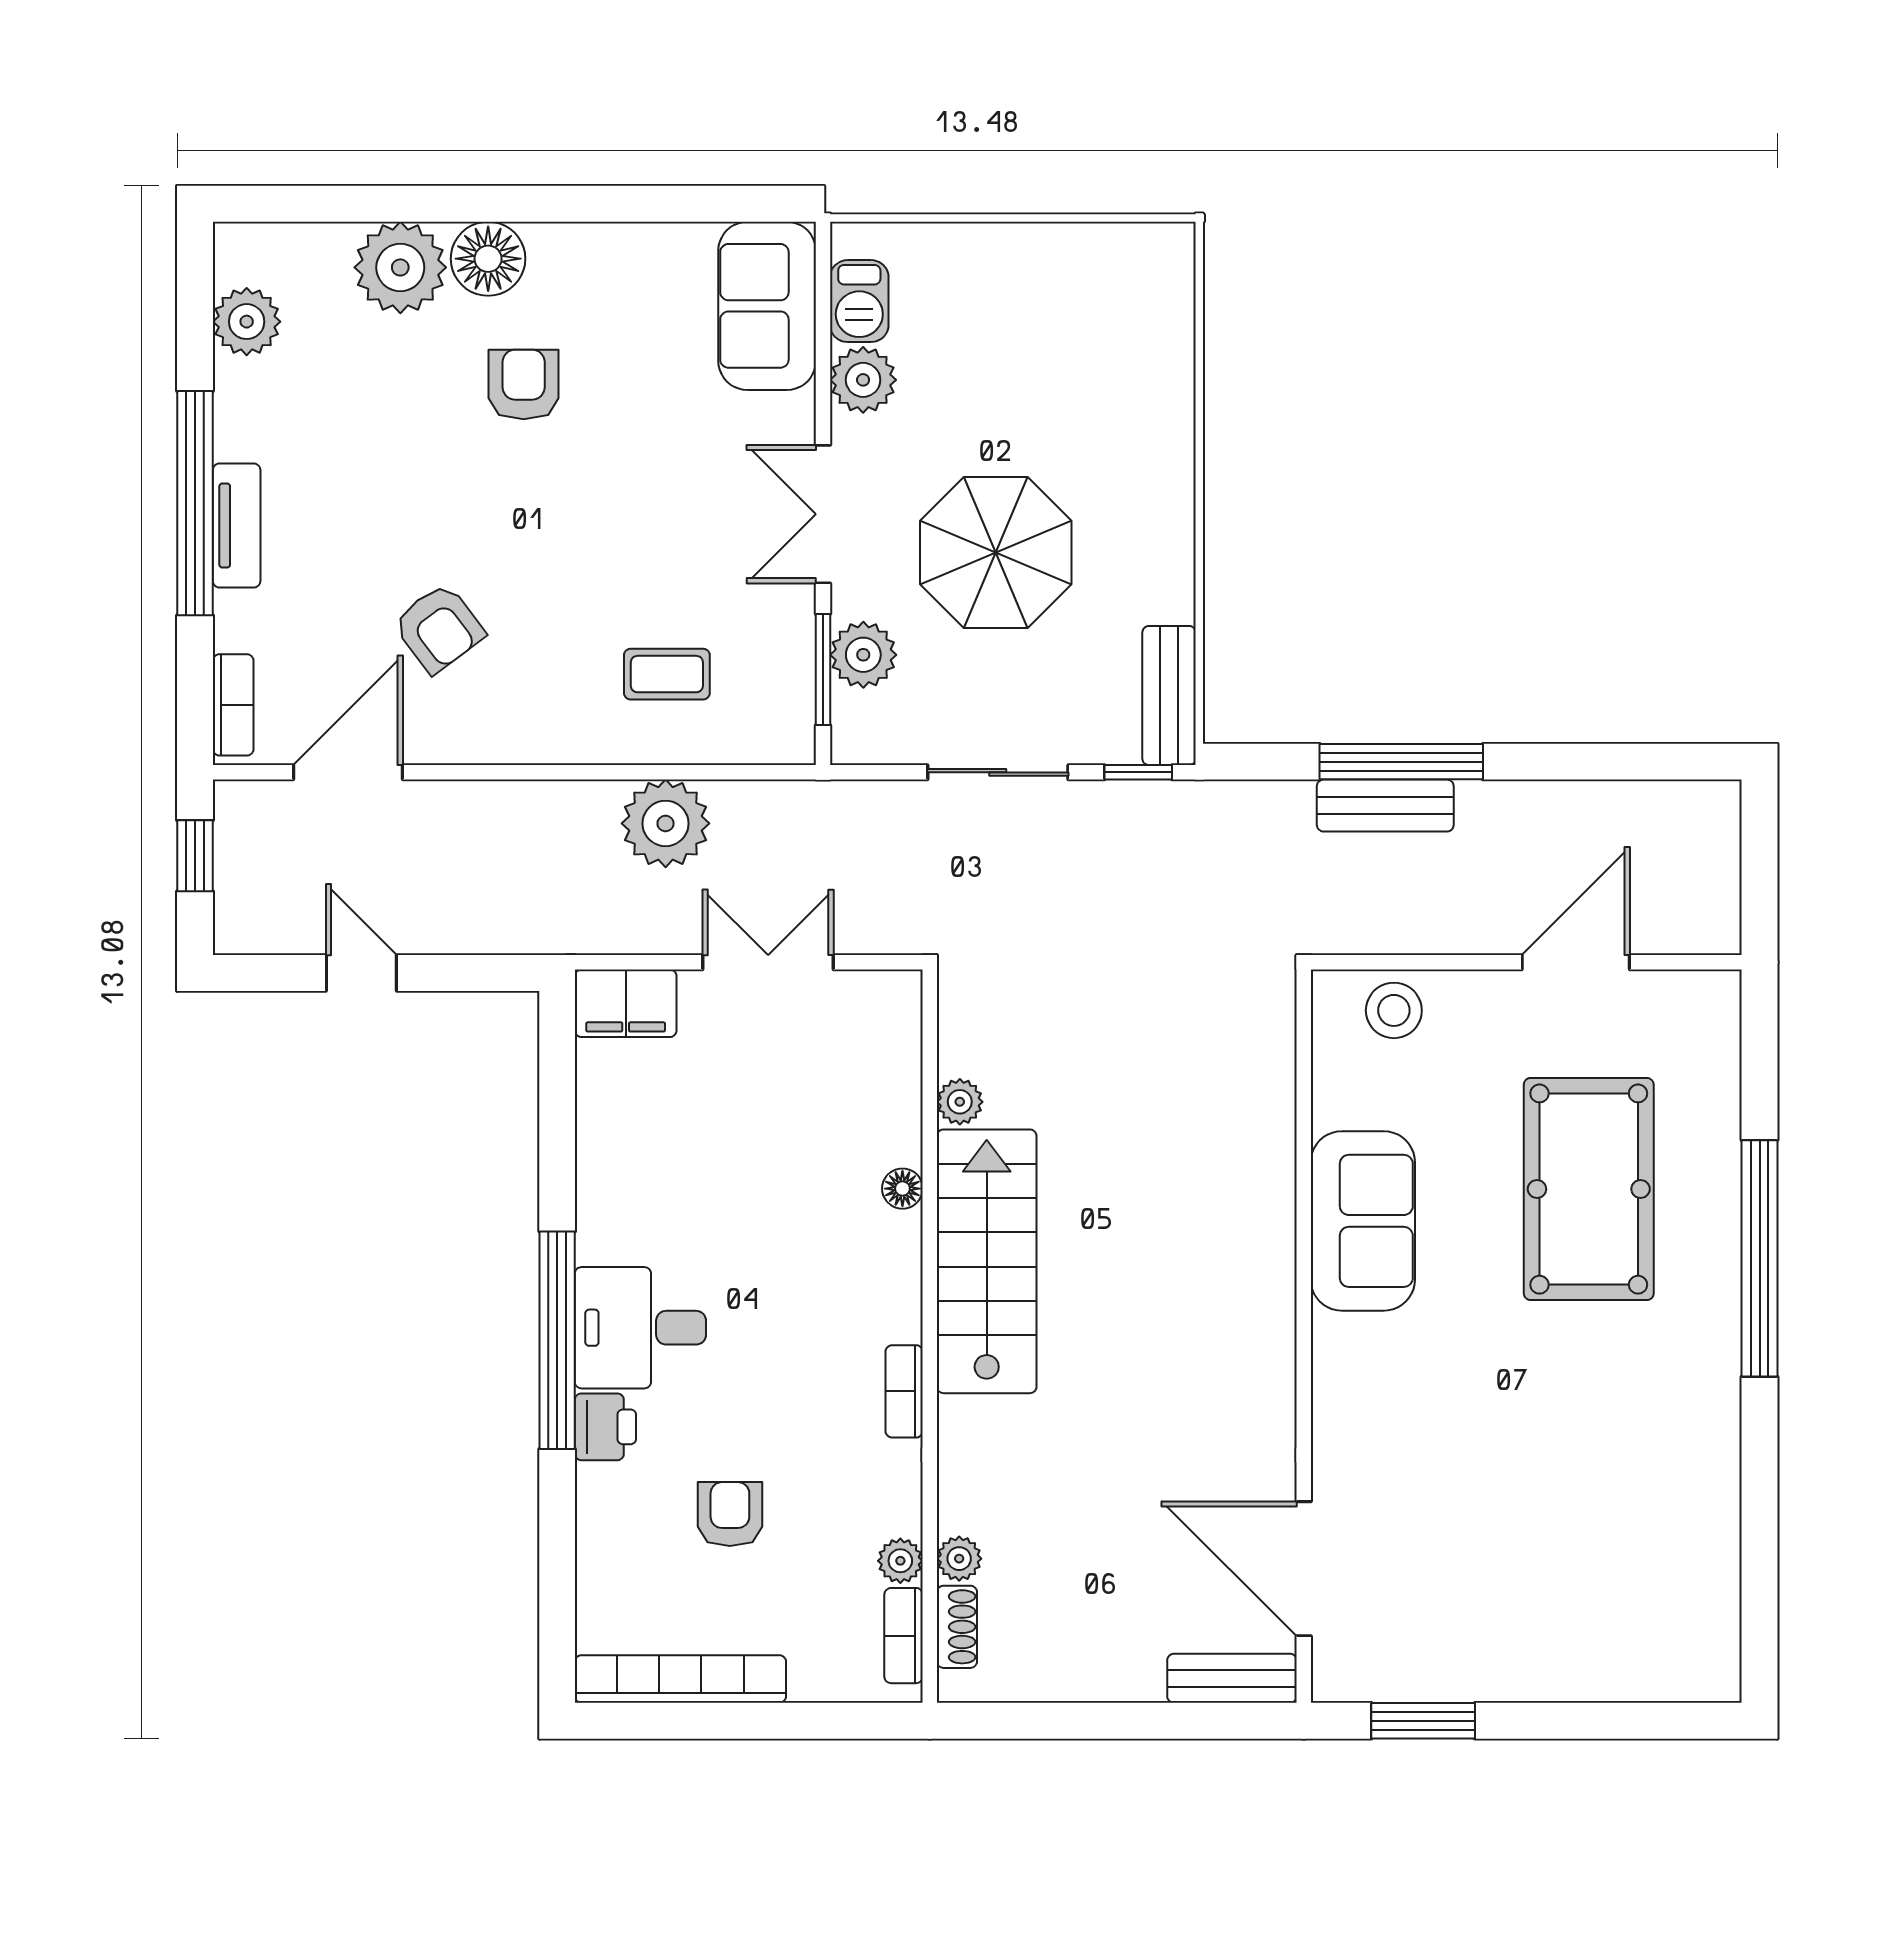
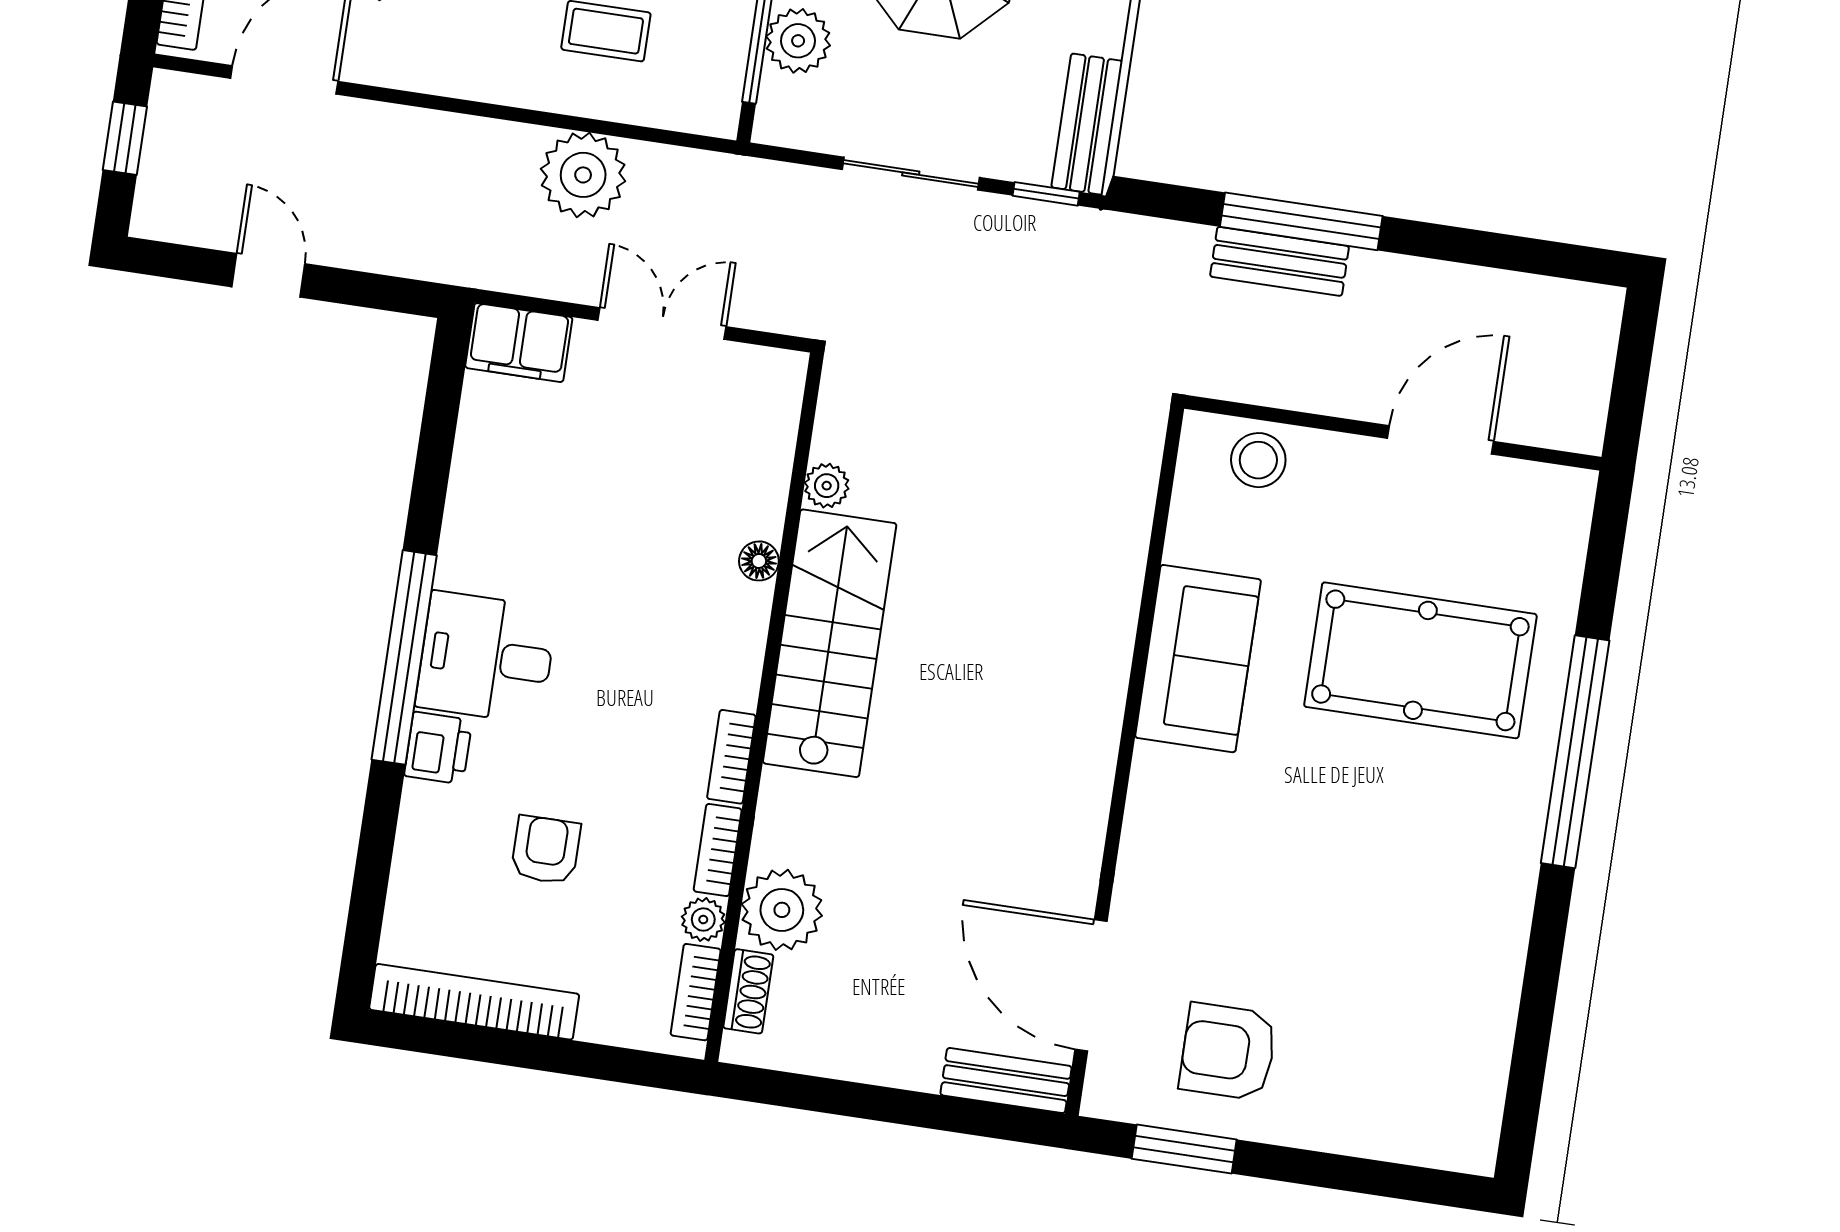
pool table: (1589, 1189) -> (1420, 660), turned 90
bookcase: (904, 1488) -> (718, 850), added
plant: (959, 1559) -> (782, 910), width x1.87, depth x1.87
armchair: (1453, 1615) -> (1228, 1052), added

